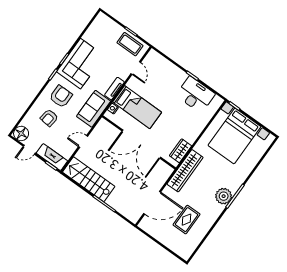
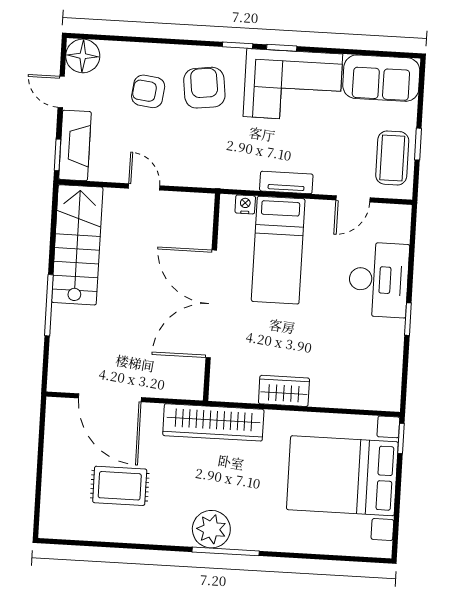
desk: (195, 95) -> (379, 280), moved
armchair: (61, 96) -> (204, 88), turned -97
sofa: (94, 109) -> (381, 78), moved, turned 180
wardrobe: (180, 151) -> (284, 391), moved

